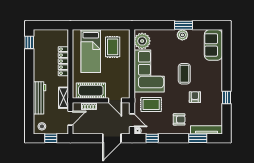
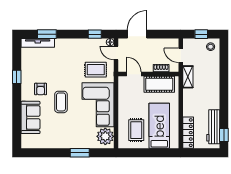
window: (184, 25) -> (80, 153), moved
plant: (182, 35) -> (63, 143), removed
sofa: (213, 45) -> (30, 117), moved
locker: (63, 61) -> (188, 133), moved
armchair: (195, 97) -> (41, 89), moved
workbench: (39, 98) -> (213, 127), moved
door: (70, 118) -> (181, 55), hinge flipped
armchair: (179, 119) -> (66, 54), removed

